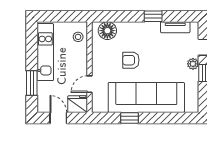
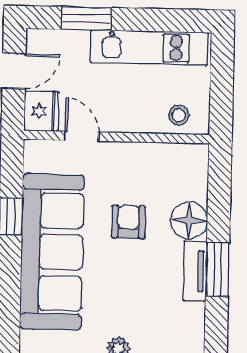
window: (153, 16) -> (218, 269), width x1.50
tv unit: (175, 27) -> (195, 271), moved
floor lamp: (107, 31) -> (189, 221), moved

